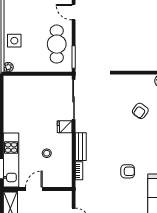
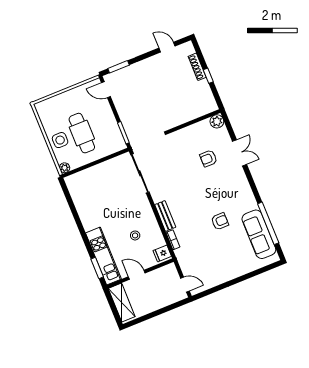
cafe table: (57, 44) -> (82, 133), moved
armchair: (140, 111) -> (208, 158), turned 54
fridge: (65, 127) -> (162, 253), moved
door: (34, 189) -> (137, 275), hinge flipped

